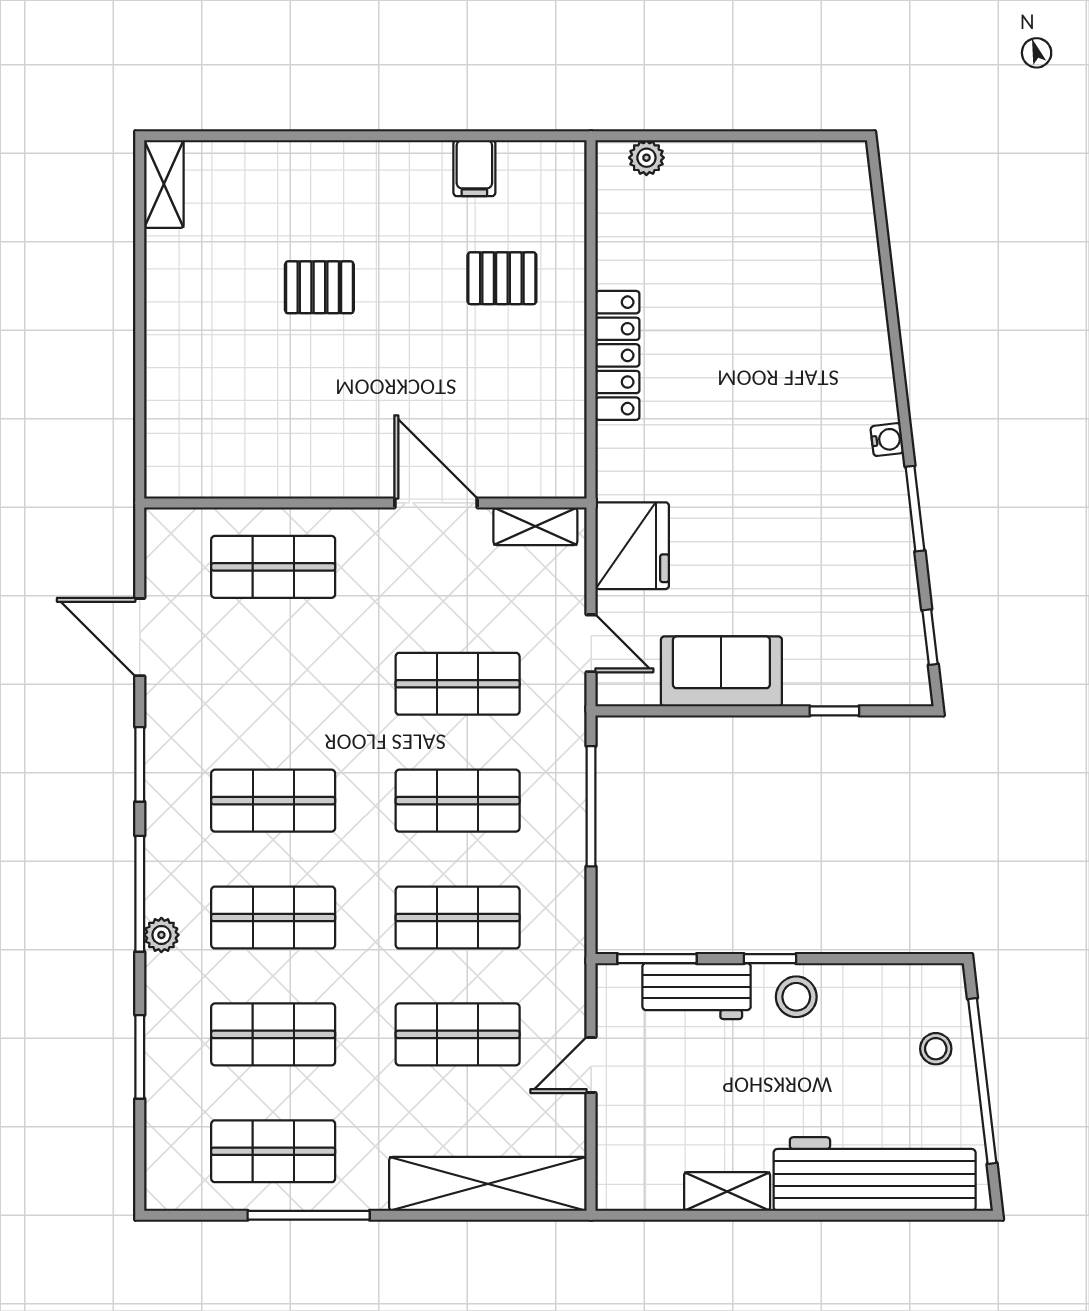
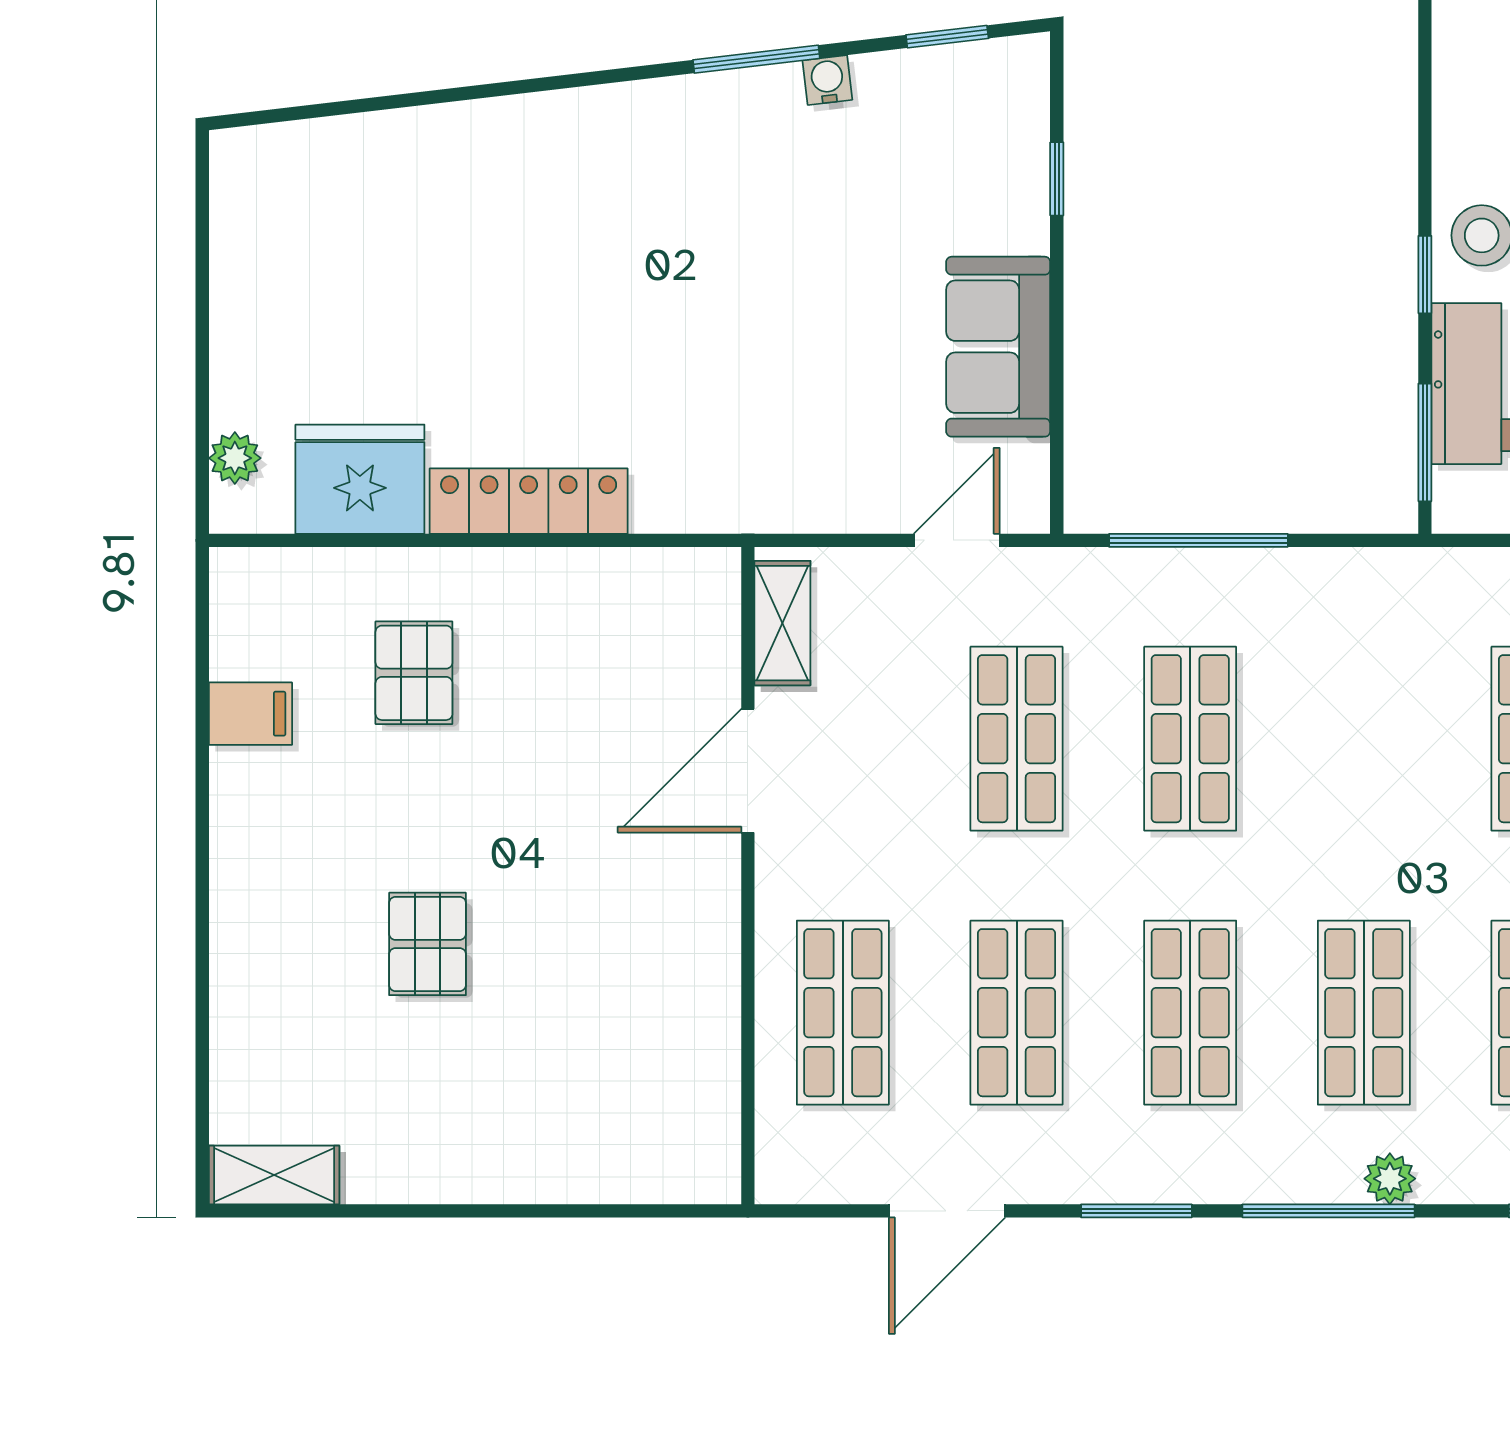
water cooler: (887, 440) -> (827, 80), moved
fridge: (632, 546) -> (360, 479), moved
shop shelf: (458, 918) -> (1017, 1013), moved

